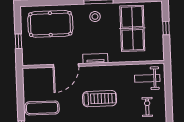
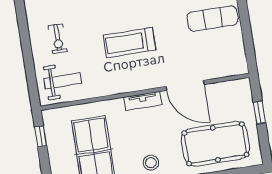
window: (166, 28) -> (41, 136), moved
door: (66, 65) -> (185, 85), swing flipped

